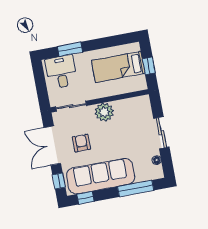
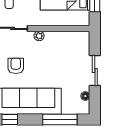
plant: (104, 112) -> (39, 36), width x0.53, depth x0.53

